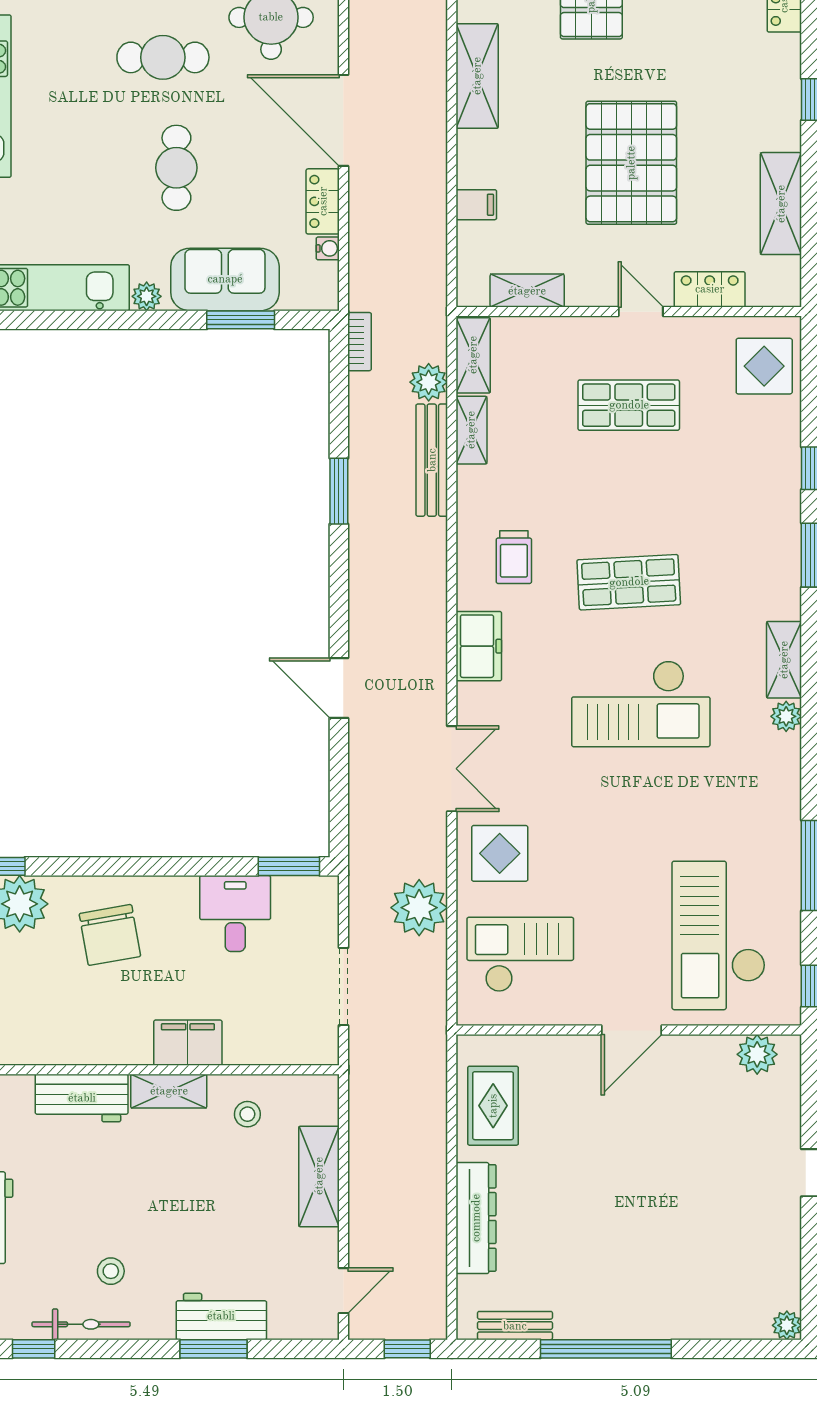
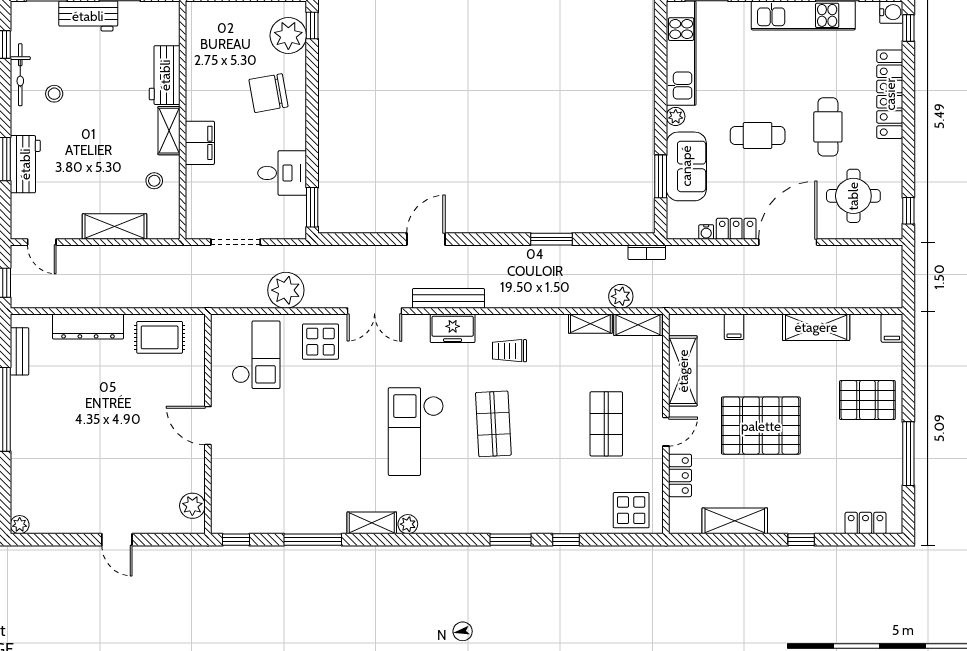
shelving: (527, 291) -> (683, 371), width x1.50, depth x1.33
bench: (432, 460) -> (448, 298), moved
shelving: (784, 660) -> (372, 523), moved
checkout: (719, 935) -> (268, 481), removed

